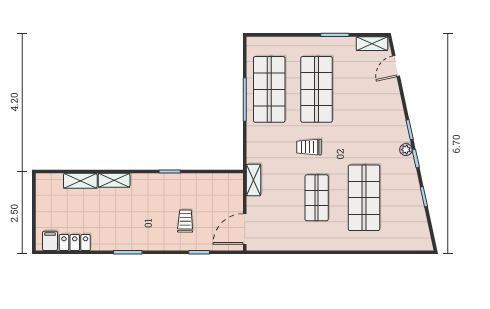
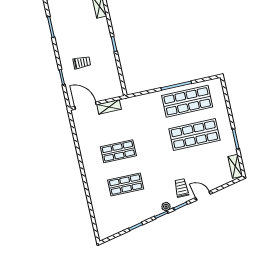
door: (396, 66) -> (203, 196), moved
trolley: (309, 147) -> (181, 188), moved
shelving: (254, 180) -> (109, 107), moved
shop shelf: (364, 198) -> (126, 184), width x0.70, depth x0.74

